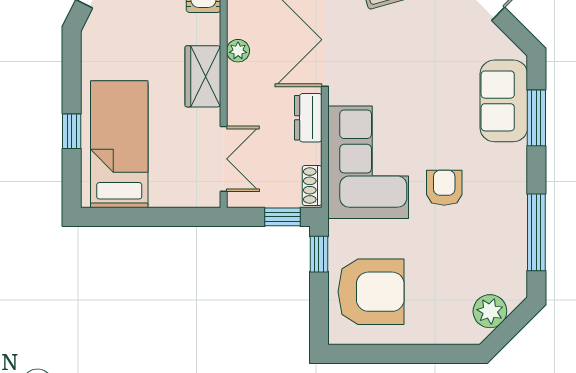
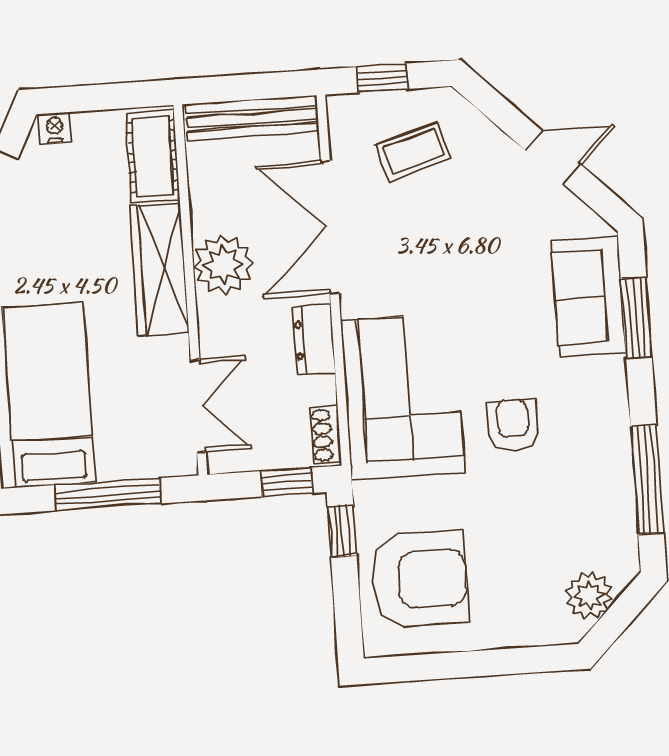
plant: (238, 51) -> (223, 265), width x1.88, depth x1.88
wardrobe: (203, 76) -> (159, 269), width x1.50
window: (156, 217) -> (108, 494), added

